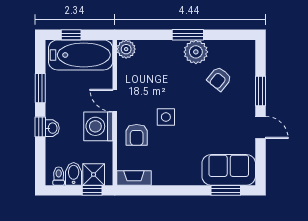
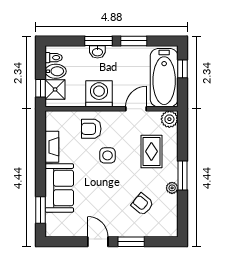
plant: (196, 52) -> (172, 188), width x0.53, depth x0.53
rug: (162, 69) -> (151, 151), added
door: (115, 100) -> (136, 109), moved
window: (40, 127) -> (99, 41), width x1.50
door: (261, 127) -> (98, 242), swing flipped
sofa: (229, 170) -> (59, 188), moved
fireplace: (134, 178) -> (52, 147), moved

